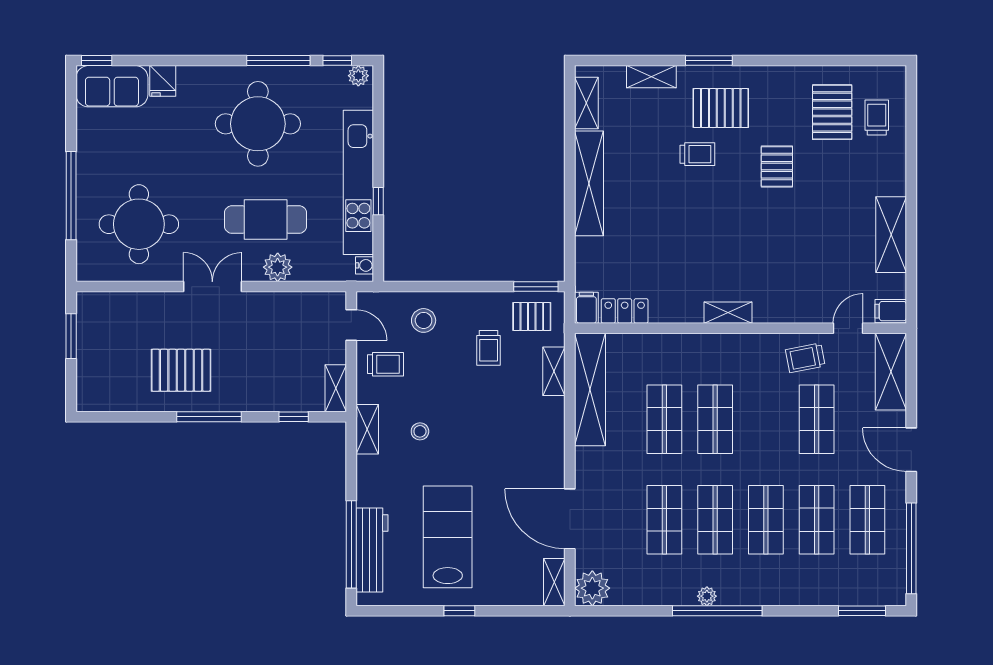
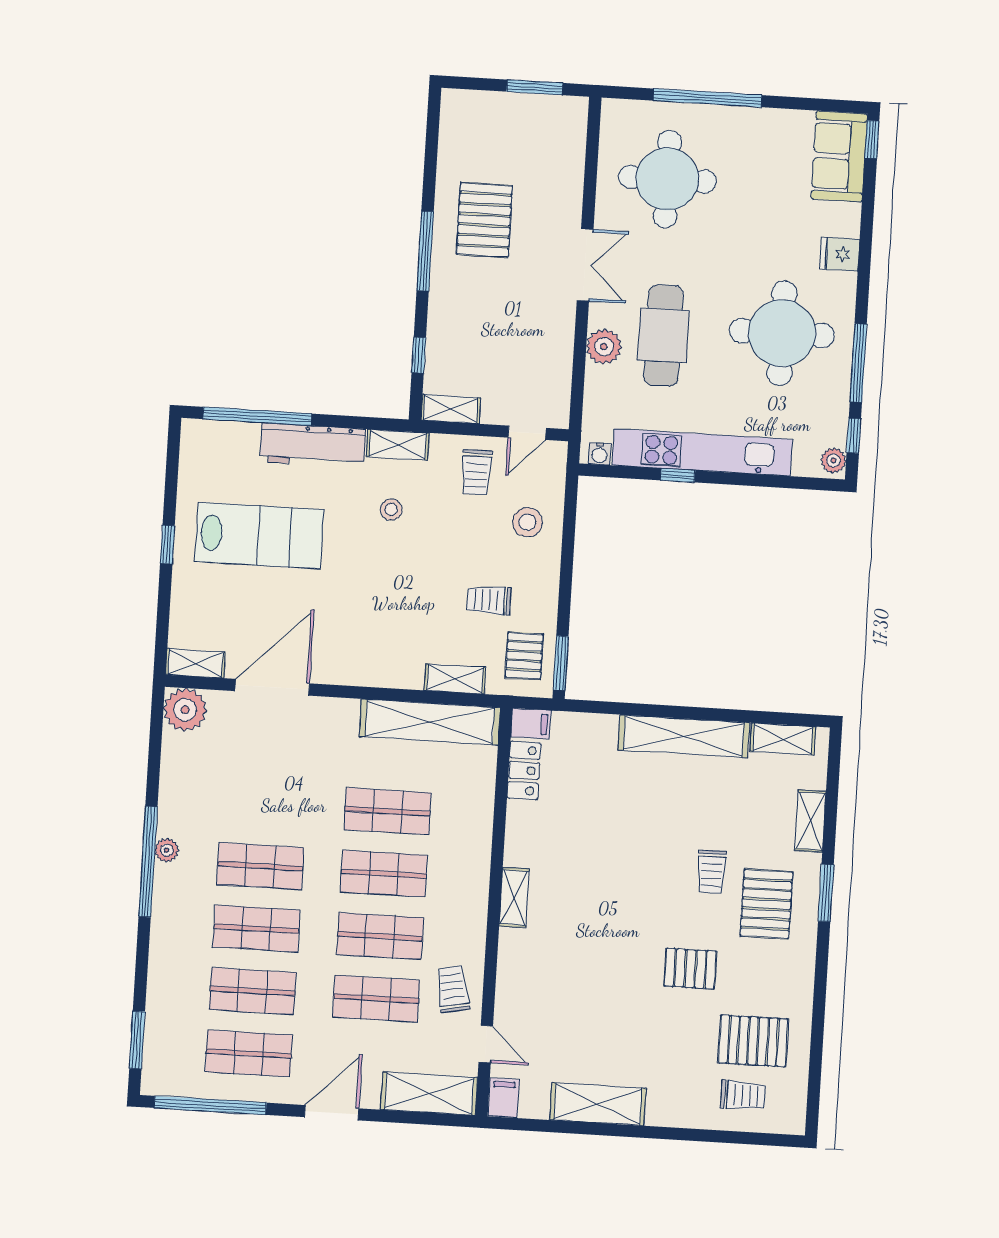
fridge: (163, 81) -> (840, 254), moved
shop shelf: (664, 520) -> (380, 936), moved
workbench: (372, 550) -> (313, 445), moved

